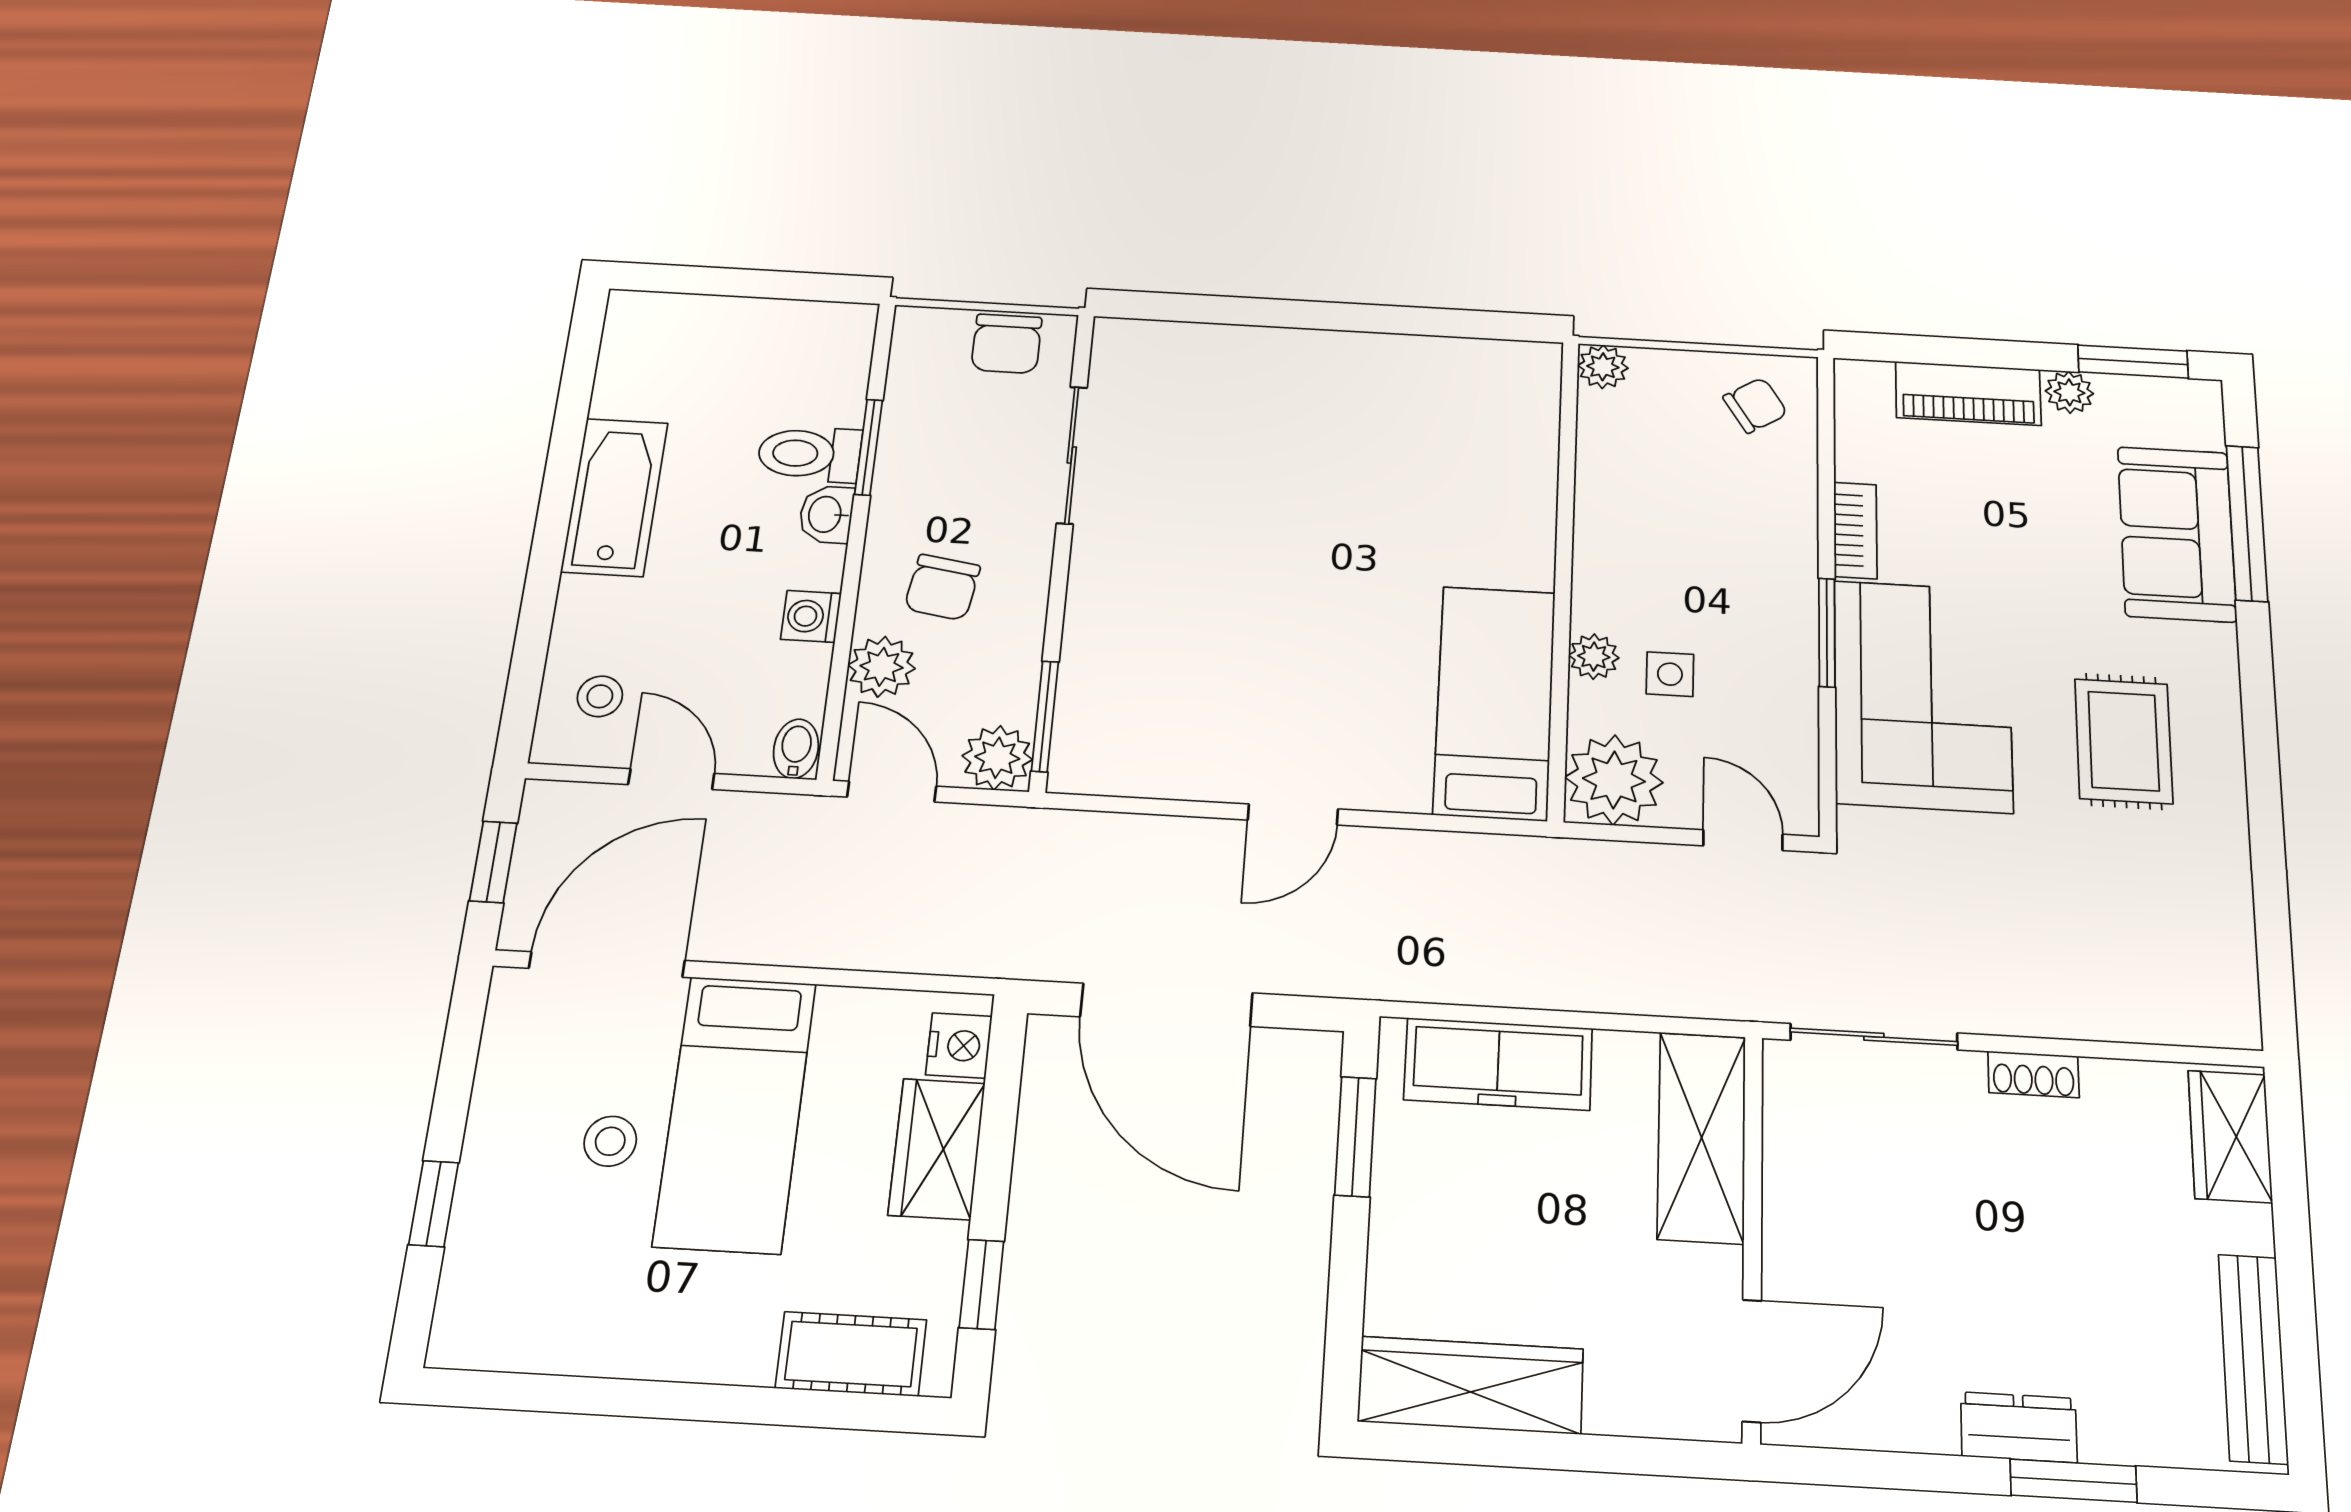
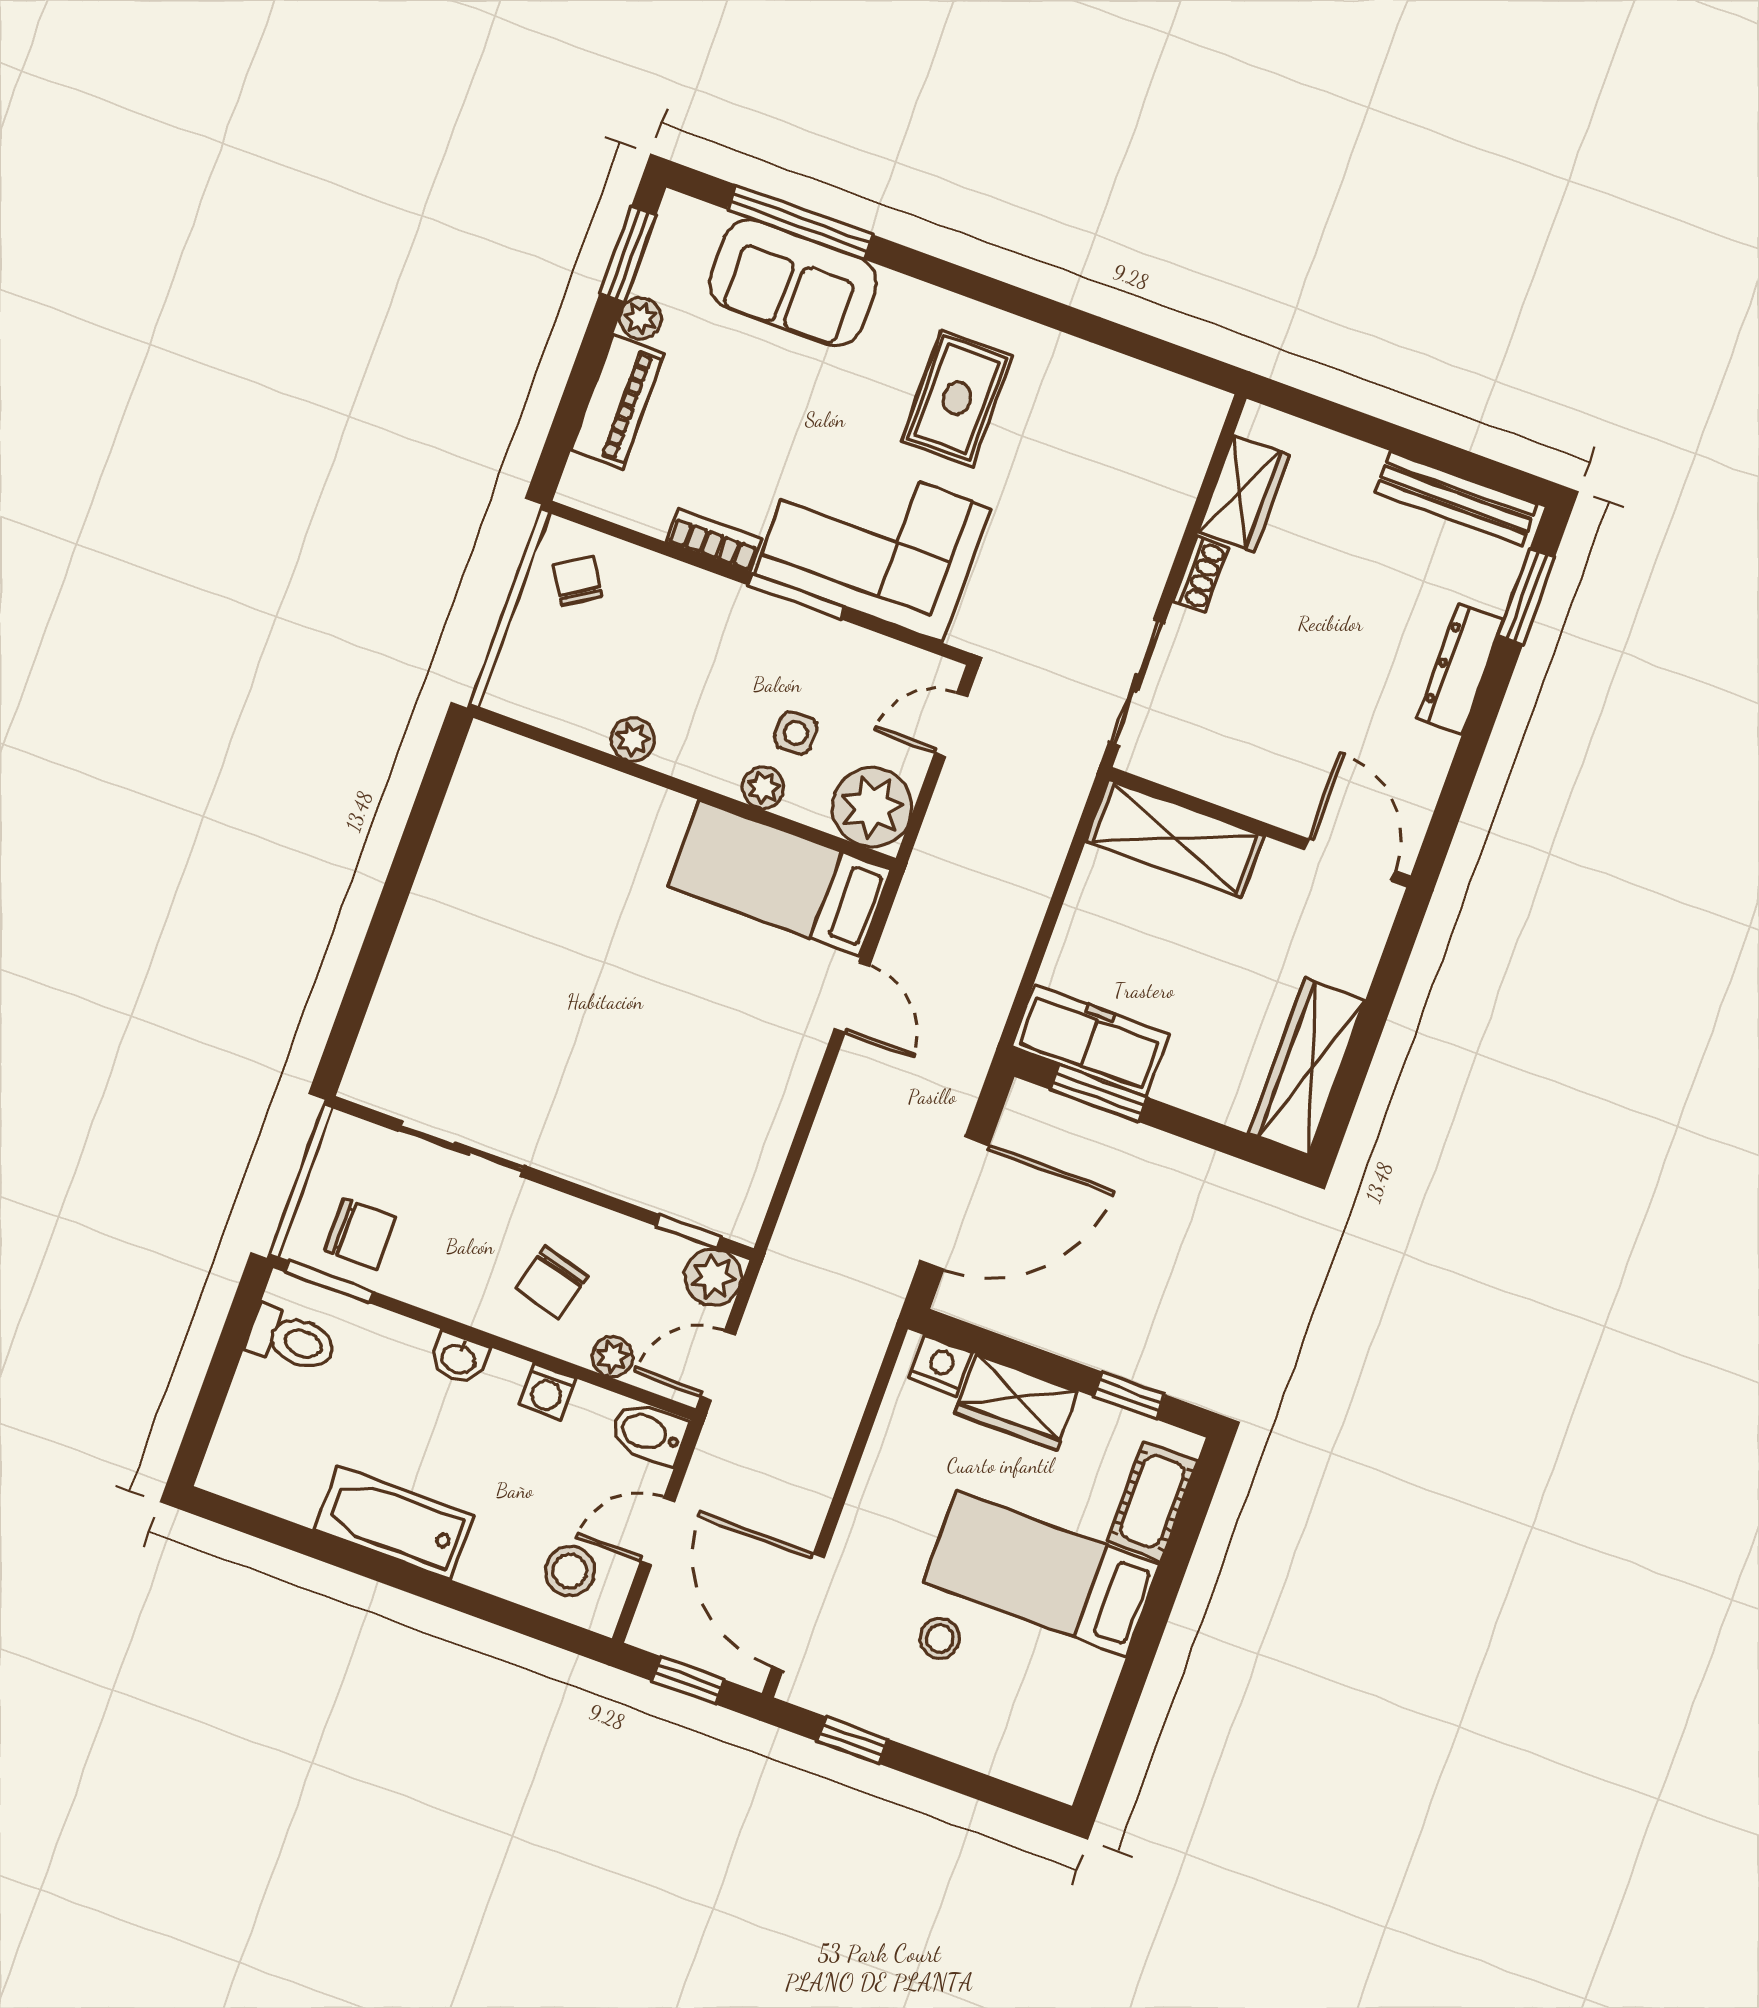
chair: (1007, 344) -> (360, 1234), moved
plant: (1603, 367) -> (633, 739), moved
window: (869, 447) -> (329, 1282), moved
toilet: (809, 454) -> (292, 1340), moved, turned -90
chair: (942, 587) -> (552, 1282), turned 96
plant: (882, 667) -> (613, 1357), width x0.73, depth x0.73
stool: (600, 696) -> (570, 1571), width x1.37, depth x1.37
window: (1045, 716) -> (688, 1231), width x0.67
rug: (2124, 741) -> (957, 398), turned 90
bidet: (796, 749) -> (649, 1433), width x1.38, depth x1.36
door: (1293, 814) -> (852, 998), moved
freezer: (1498, 1064) -> (1090, 1040), moved, turned -90
bed: (735, 1113) -> (1042, 1574), moved, turned 180
wardrobe: (2230, 1136) -> (1244, 493), moved, turned -90
window: (434, 1204) -> (853, 1740), moved
dresser: (2019, 1427) -> (1460, 669), width x1.44
window: (2073, 1481) -> (1526, 597), moved

